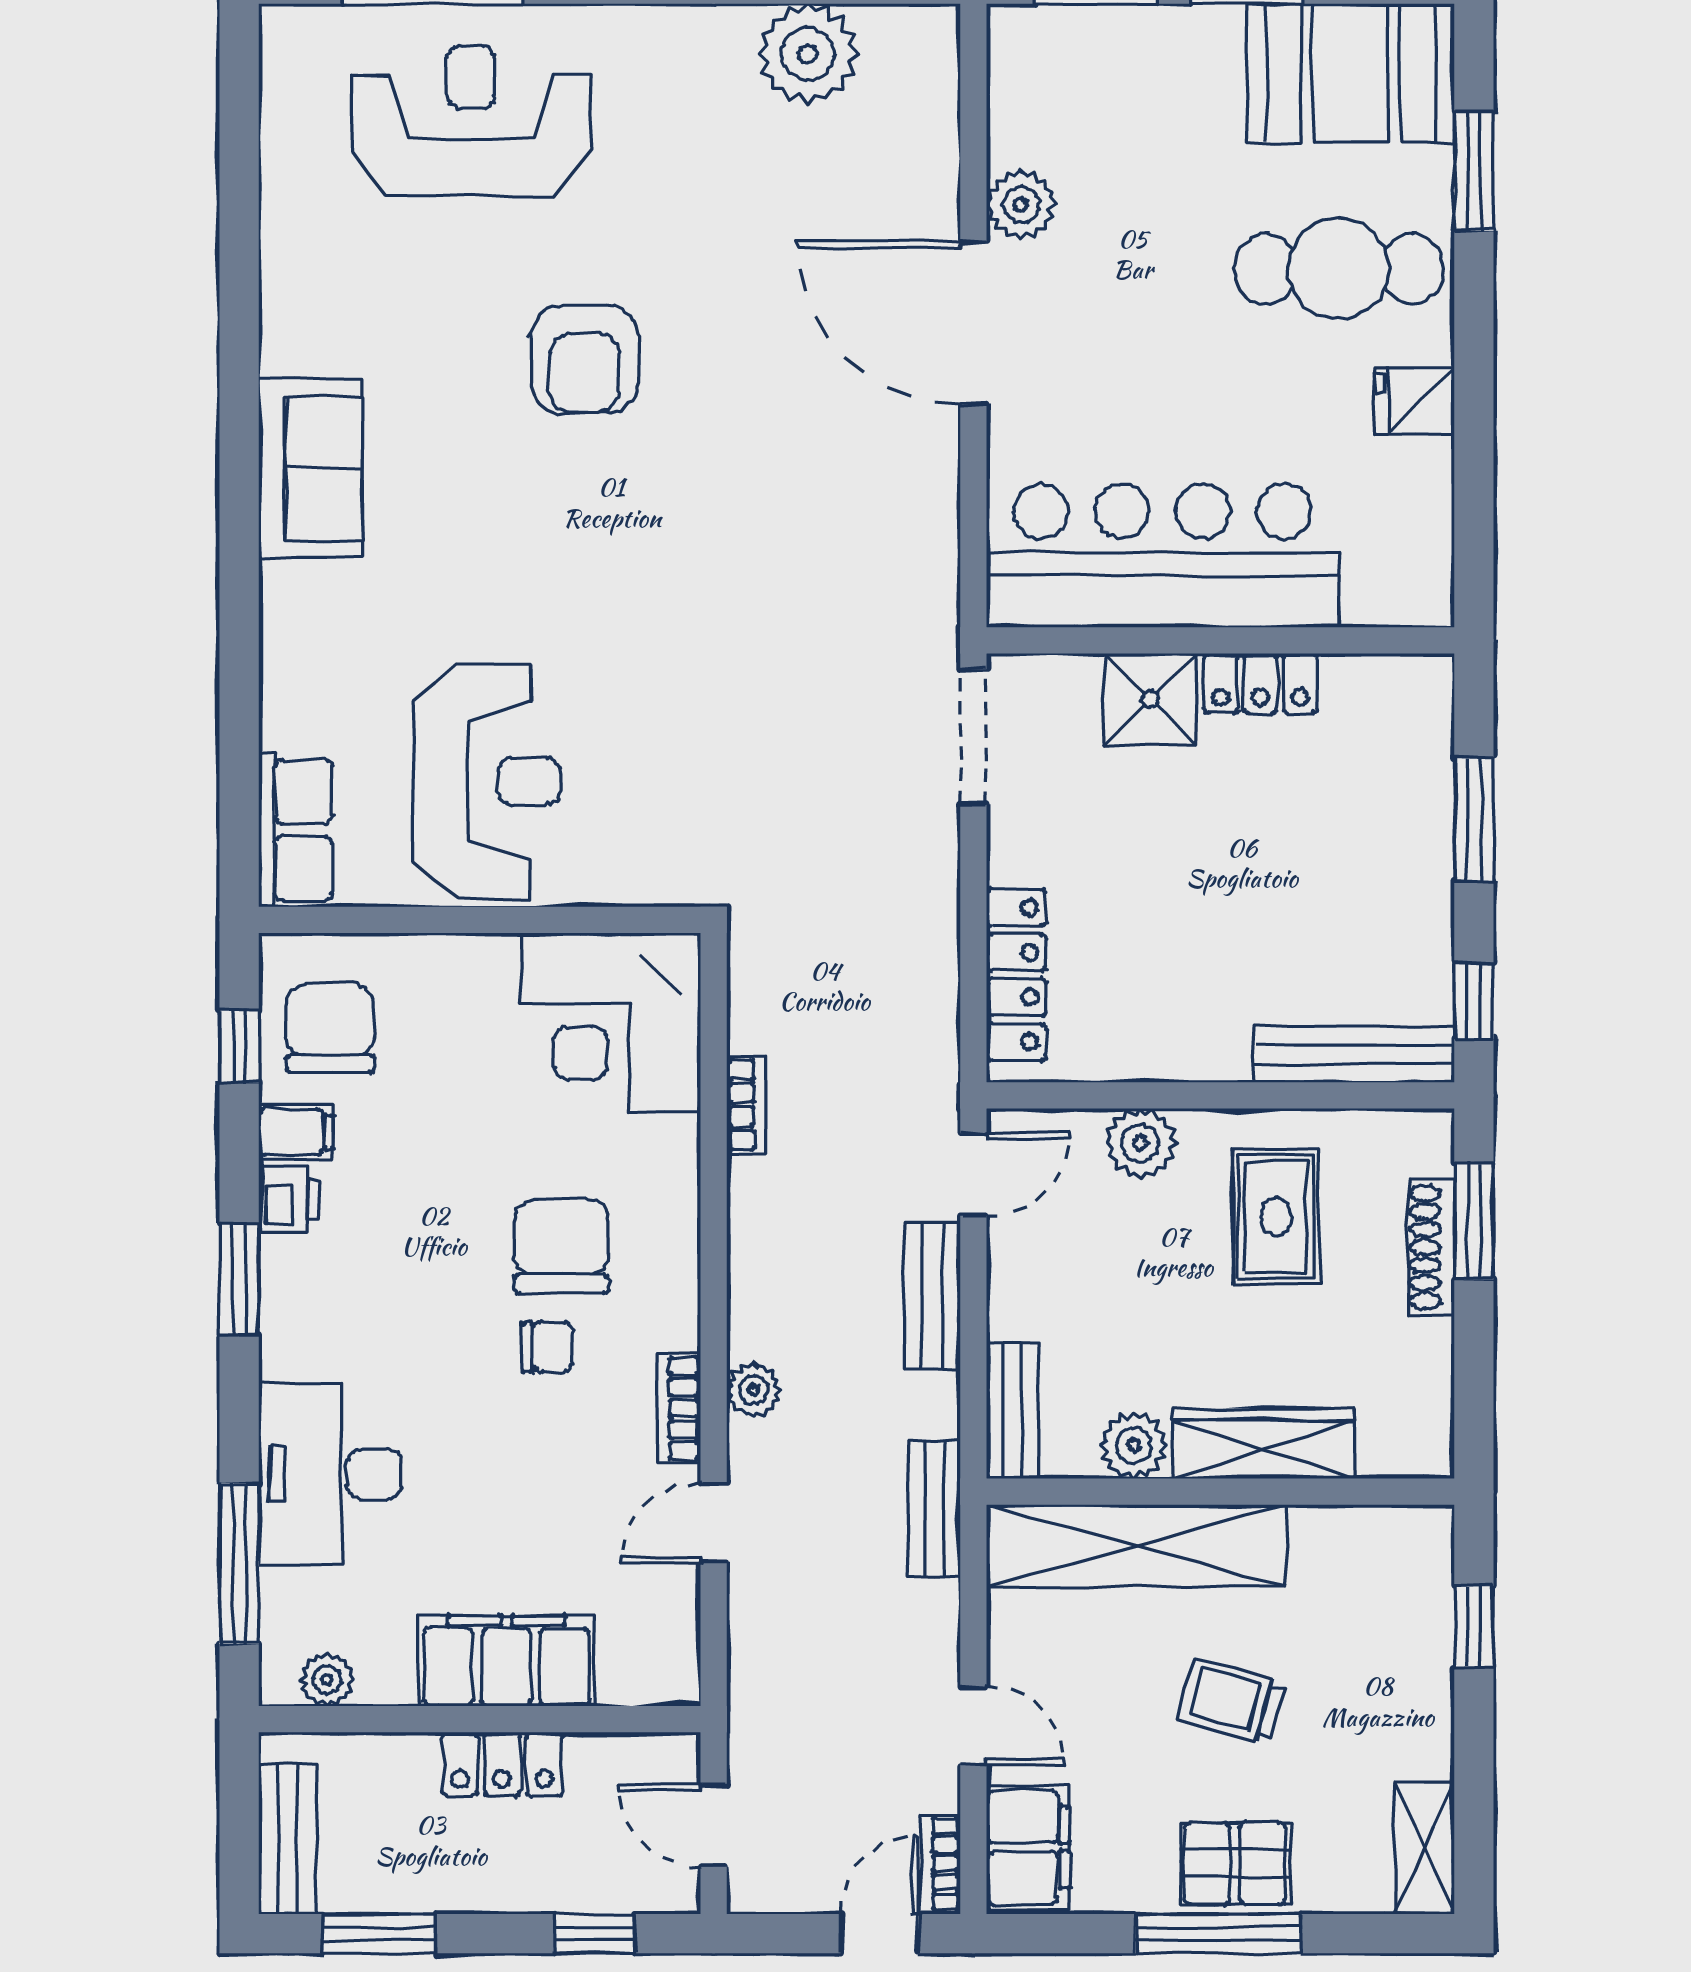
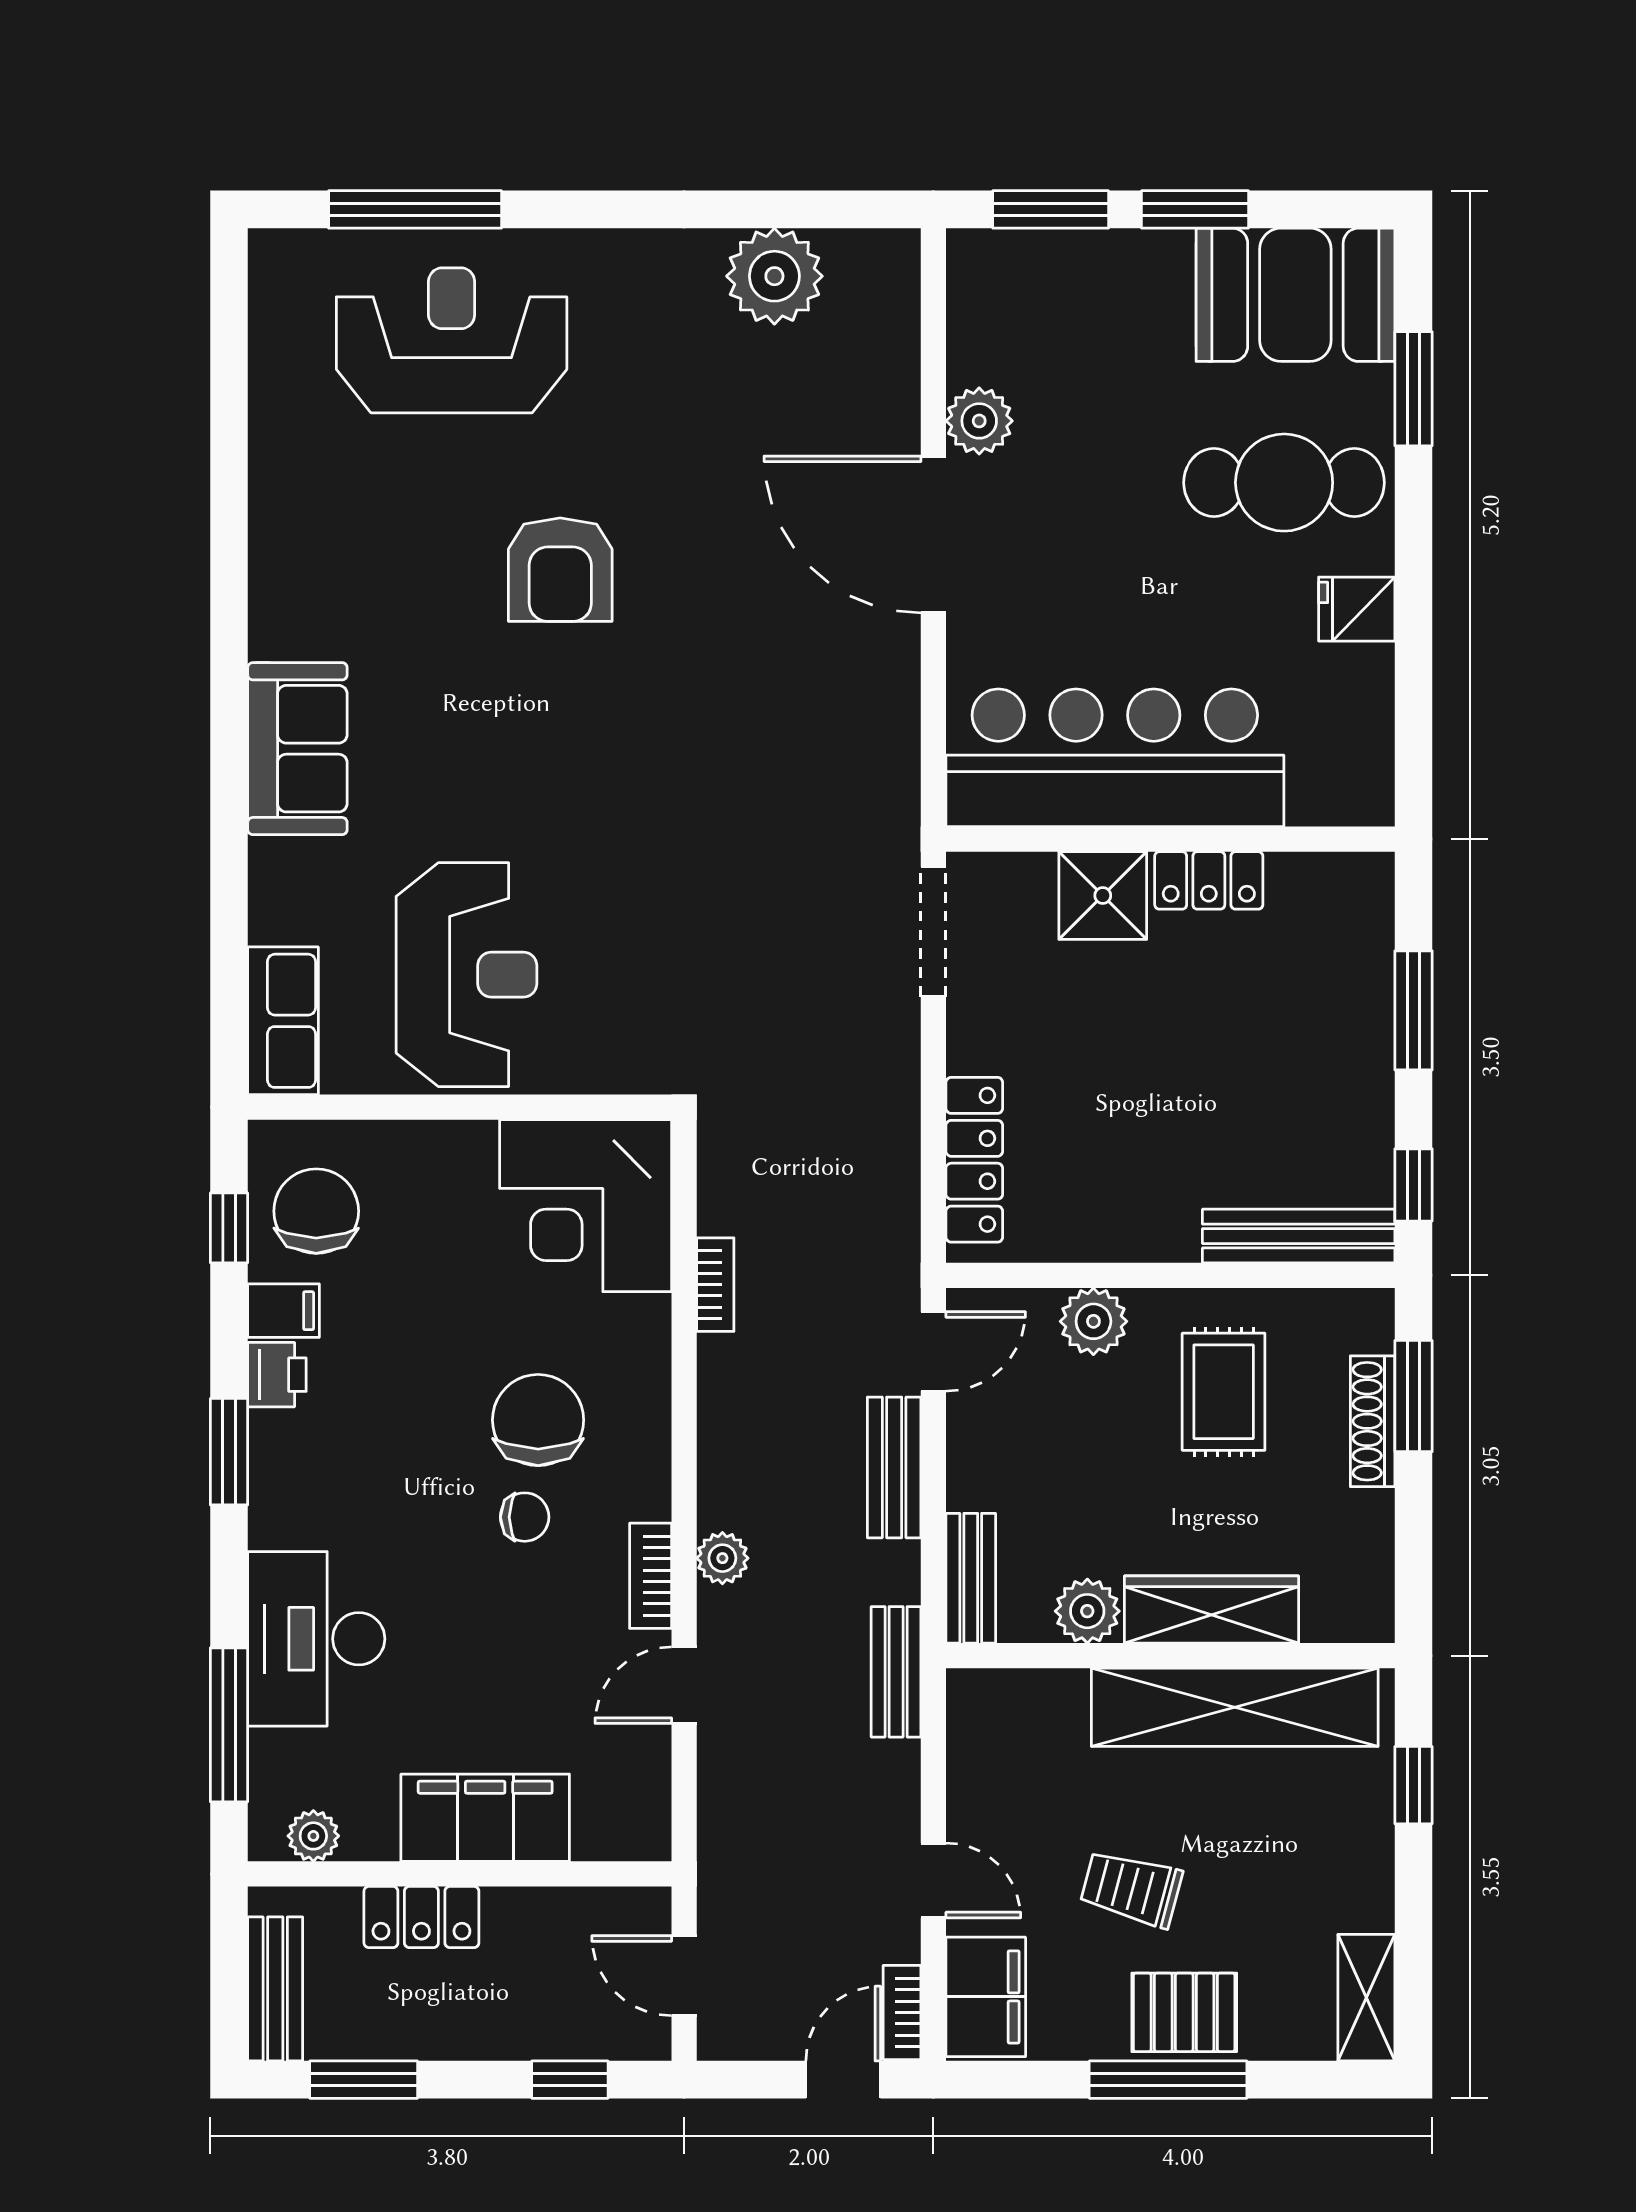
sofa: (311, 468) -> (297, 749), moved
shelving: (1136, 1545) -> (1235, 1707), moved
trolley: (1231, 1701) -> (1131, 1889), moved
locker: (502, 1764) -> (421, 1917), moved

